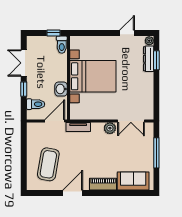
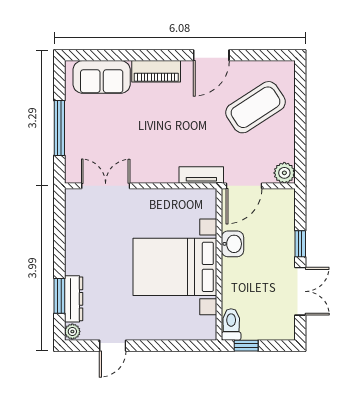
toilet: (36, 104) -> (279, 216), removed
plant: (110, 128) -> (284, 173), moved
coffee table: (48, 164) -> (255, 107), turned 47

